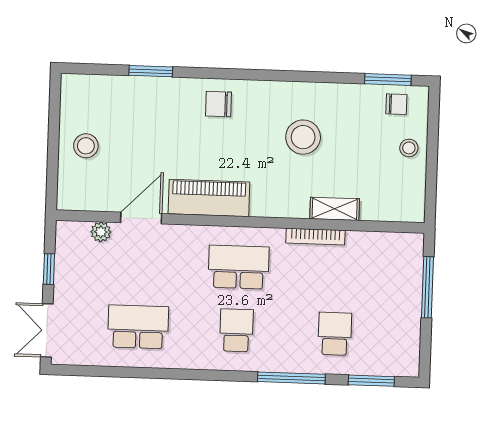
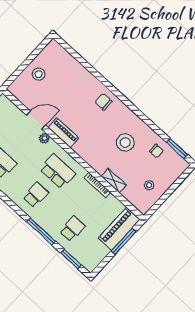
window: (151, 71) -> (88, 67), removed
chair: (396, 104) -> (156, 151), moved
stool: (409, 148) -> (149, 185), moved
piano: (209, 198) -> (63, 133), width x0.73, depth x0.75
plant: (101, 232) -> (44, 138), moved
piano: (405, 274) -> (119, 229), added

